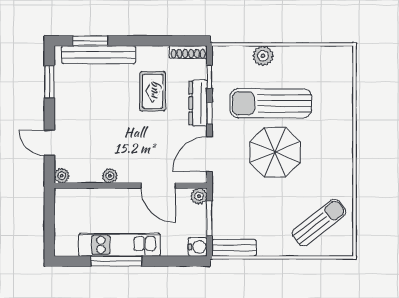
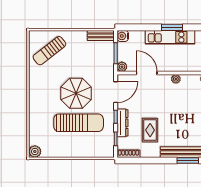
plant: (263, 56) -> (35, 152), moved
window: (116, 261) -> (172, 27), width x0.69

